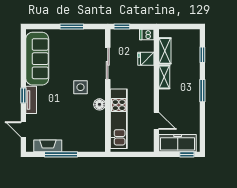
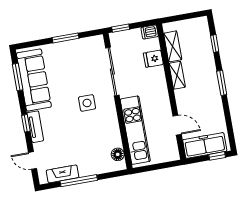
window: (23, 53) -> (18, 77), added
sliding door: (108, 63) -> (112, 71), width x1.37
floor lamp: (99, 104) -> (118, 154), moved

